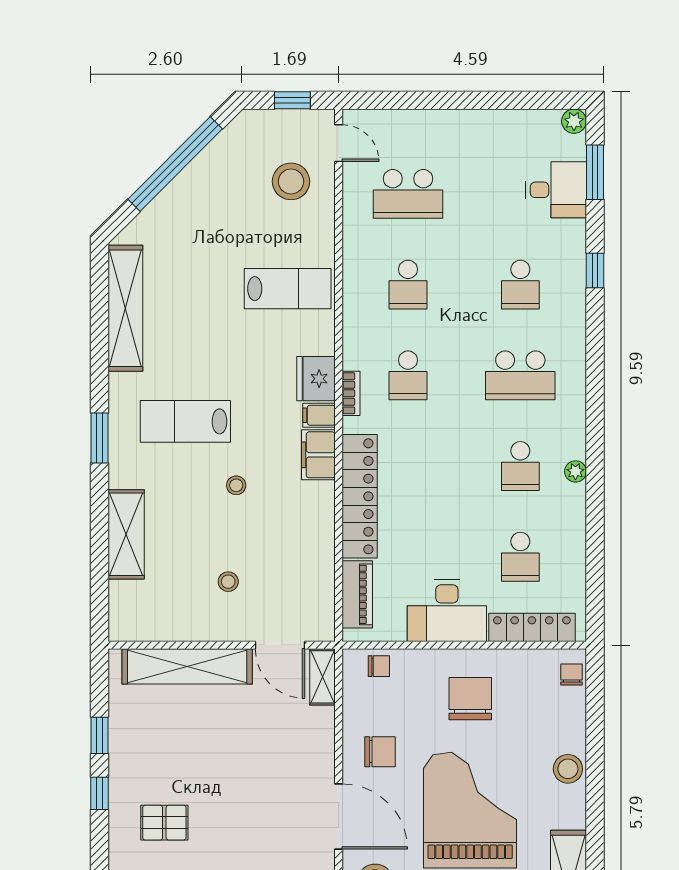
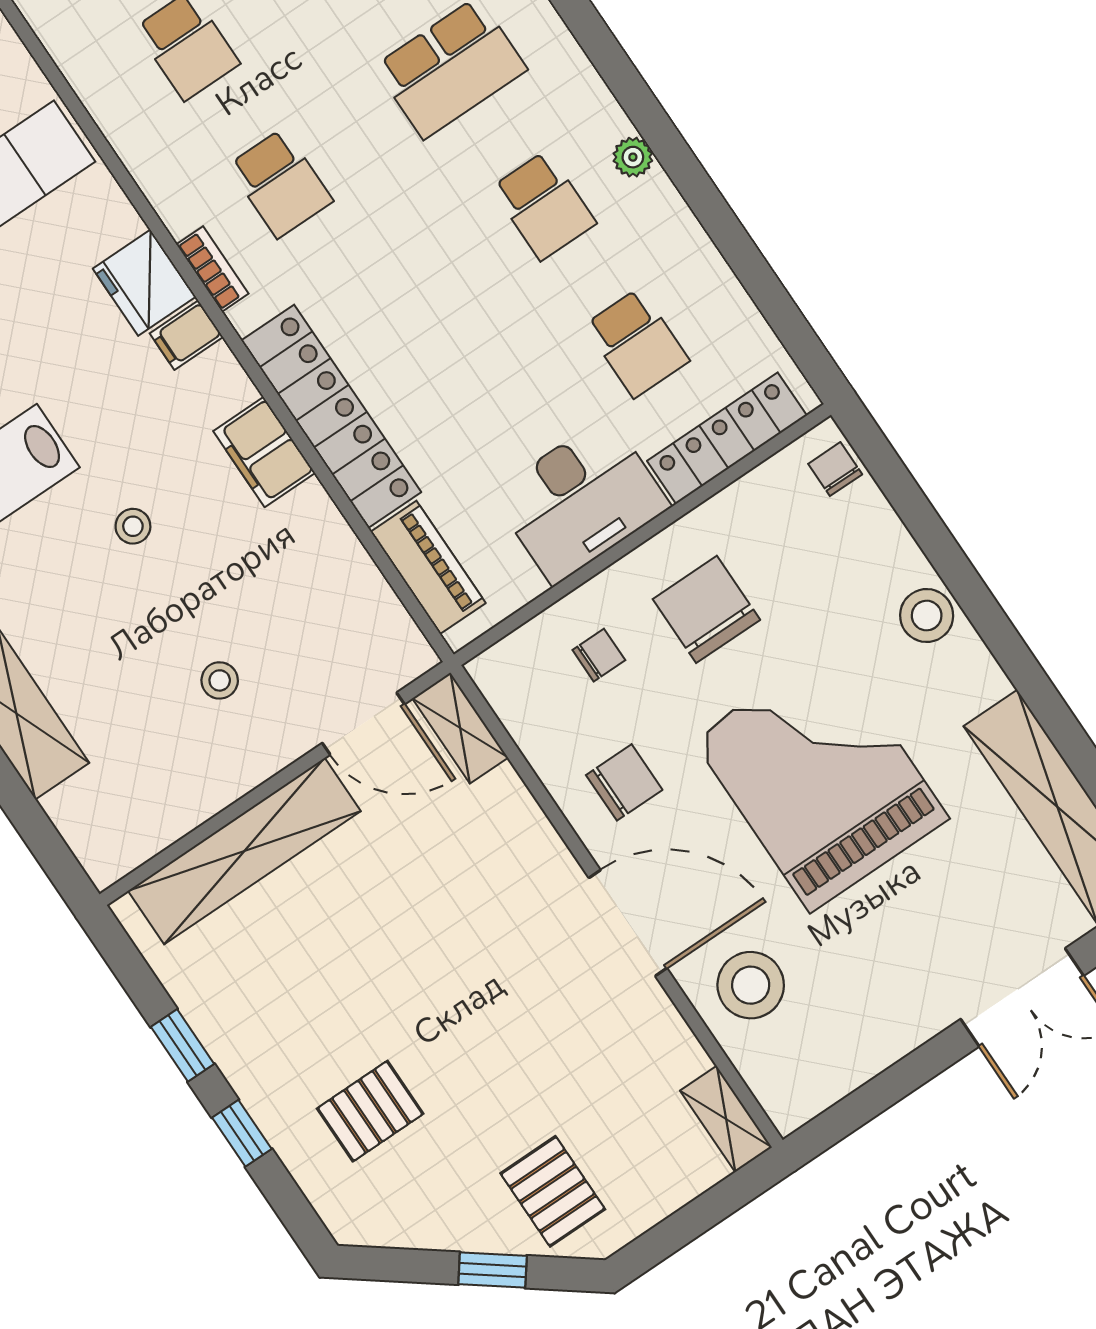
filing cabinet: (318, 455) -> (264, 452), moved
chair: (379, 666) -> (599, 655), moved

